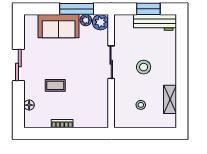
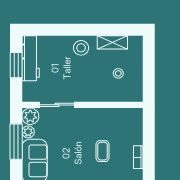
sliding door: (111, 62) -> (57, 105), moved
stool: (144, 67) -> (81, 48), moved
coffee table: (55, 85) -> (103, 151), moved

